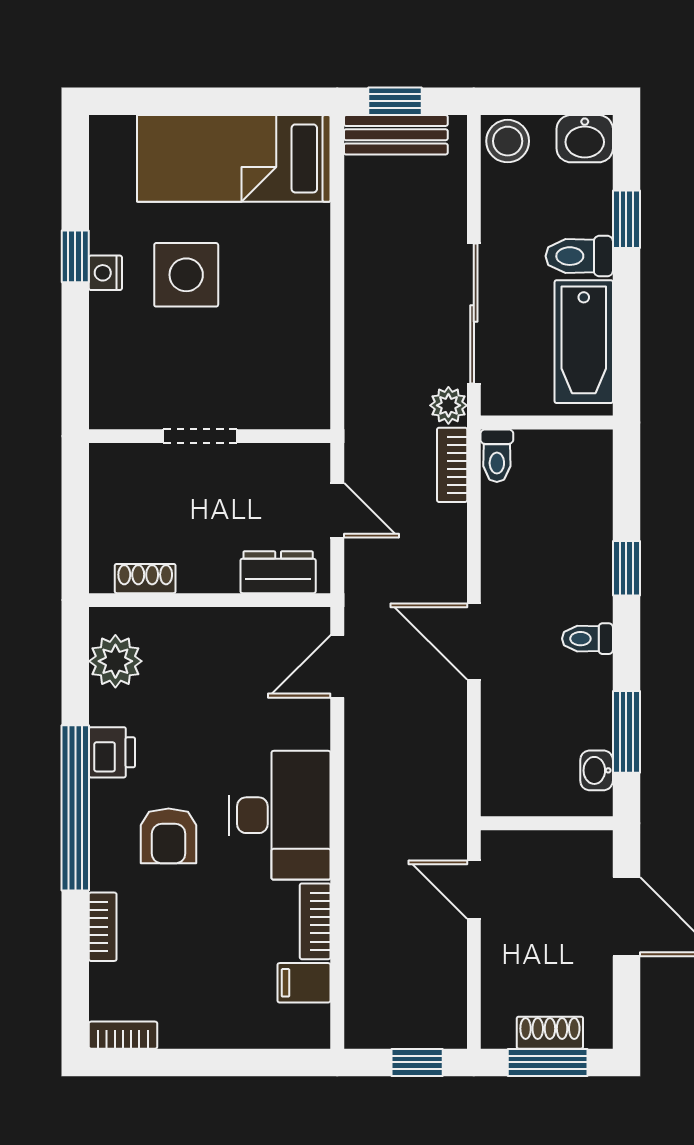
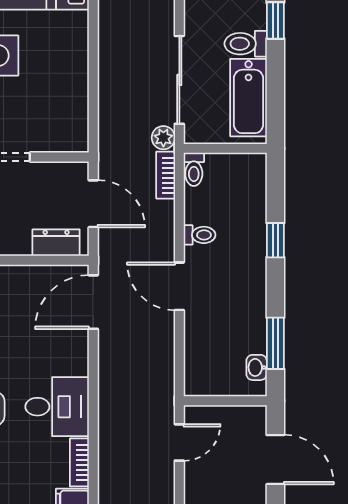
door: (337, 510) -> (93, 204), width x1.38
toilet: (587, 639) -> (200, 235), moved, turned 180
door: (337, 666) -> (93, 302), width x1.38
desk: (280, 815) -> (57, 407), width x0.73
door: (474, 890) -> (179, 442), swing flipped

